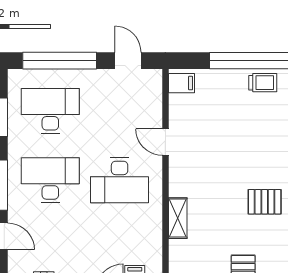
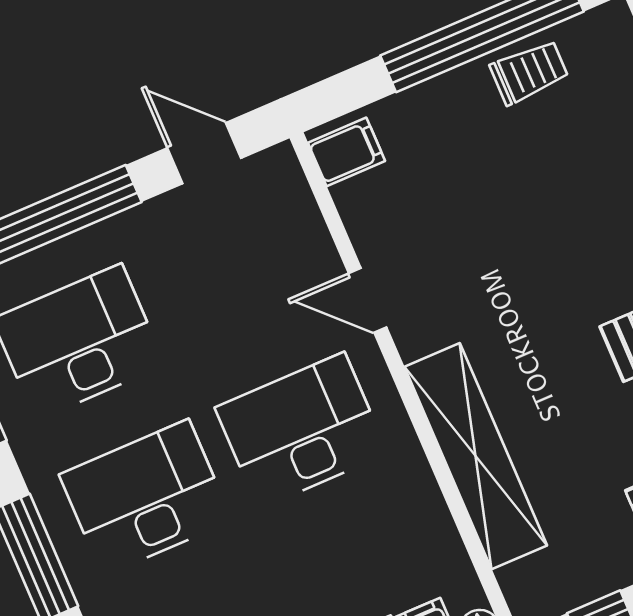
desk: (120, 180) -> (301, 430), turned 180
shelving: (178, 218) -> (476, 456), width x2.20, depth x1.33

